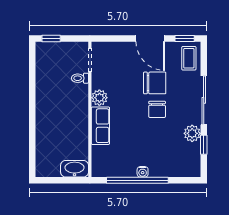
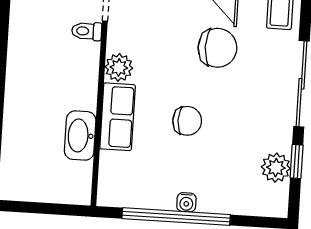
chair: (157, 109) -> (187, 121), moved, turned -90
plant: (192, 133) -> (276, 168), moved
washbasin: (75, 169) -> (80, 136), moved, turned -90

